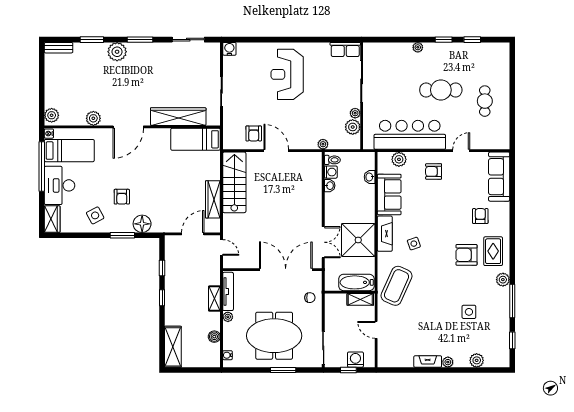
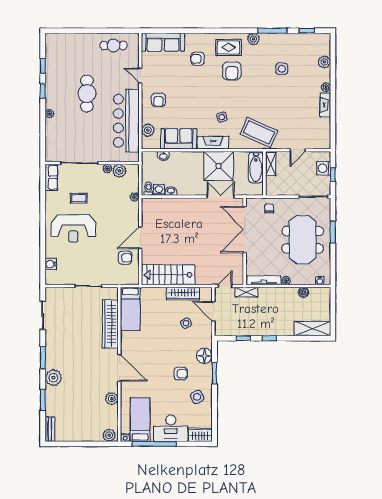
water cooler: (229, 49) -> (51, 264), moved
coffee table: (322, 81) -> (79, 198), added
cafe table: (485, 101) -> (114, 45), moved
side table: (179, 203) -> (186, 323), added
shelving: (214, 299) -> (247, 292), moved

